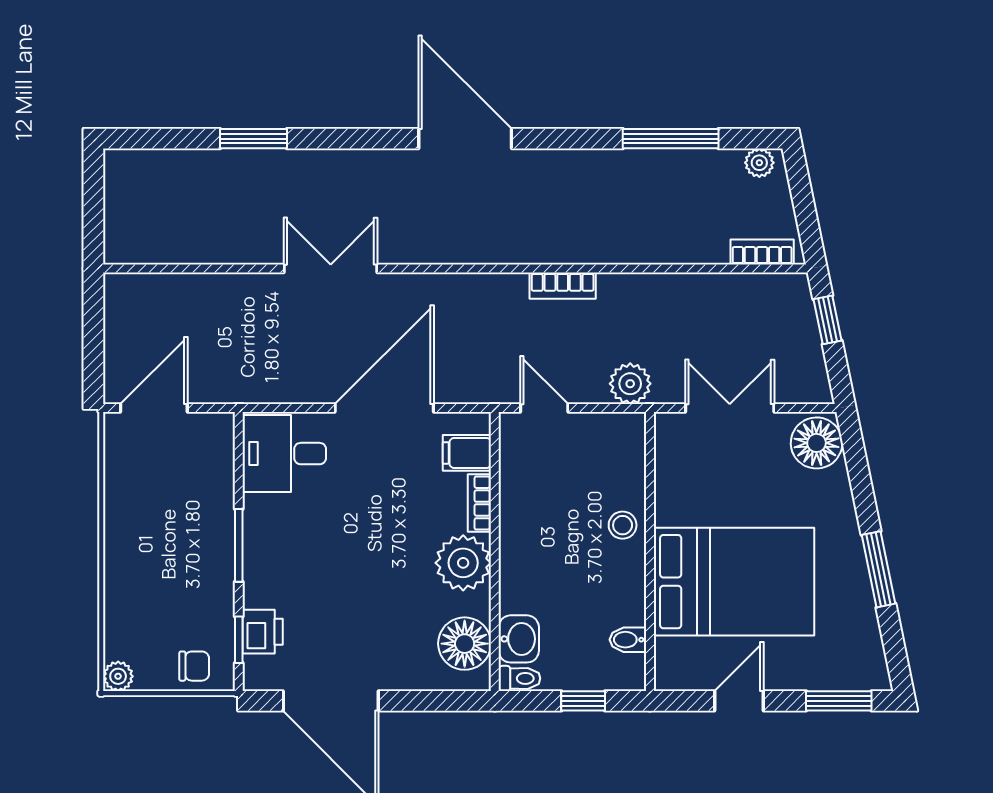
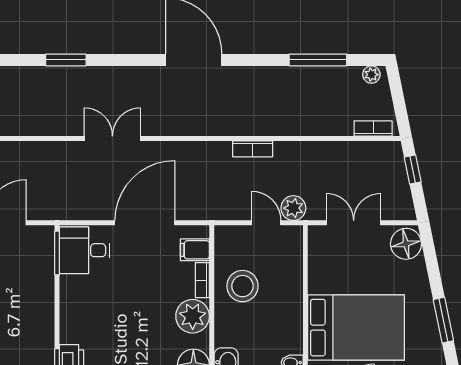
door: (544, 408) -> (266, 223), moved
stool: (623, 525) -> (243, 286), moved, width x1.89, depth x1.89
window: (239, 545) -> (57, 253), moved

